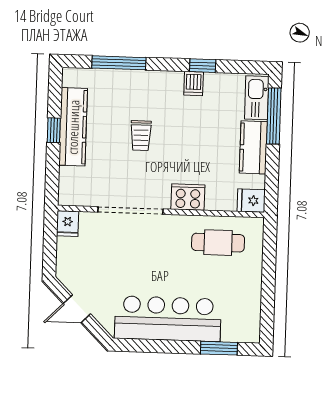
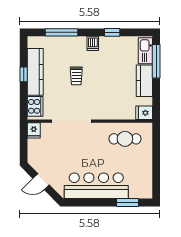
dishwasher: (194, 84) -> (93, 43), moved
cooker: (188, 197) -> (35, 106), moved, turned 90

